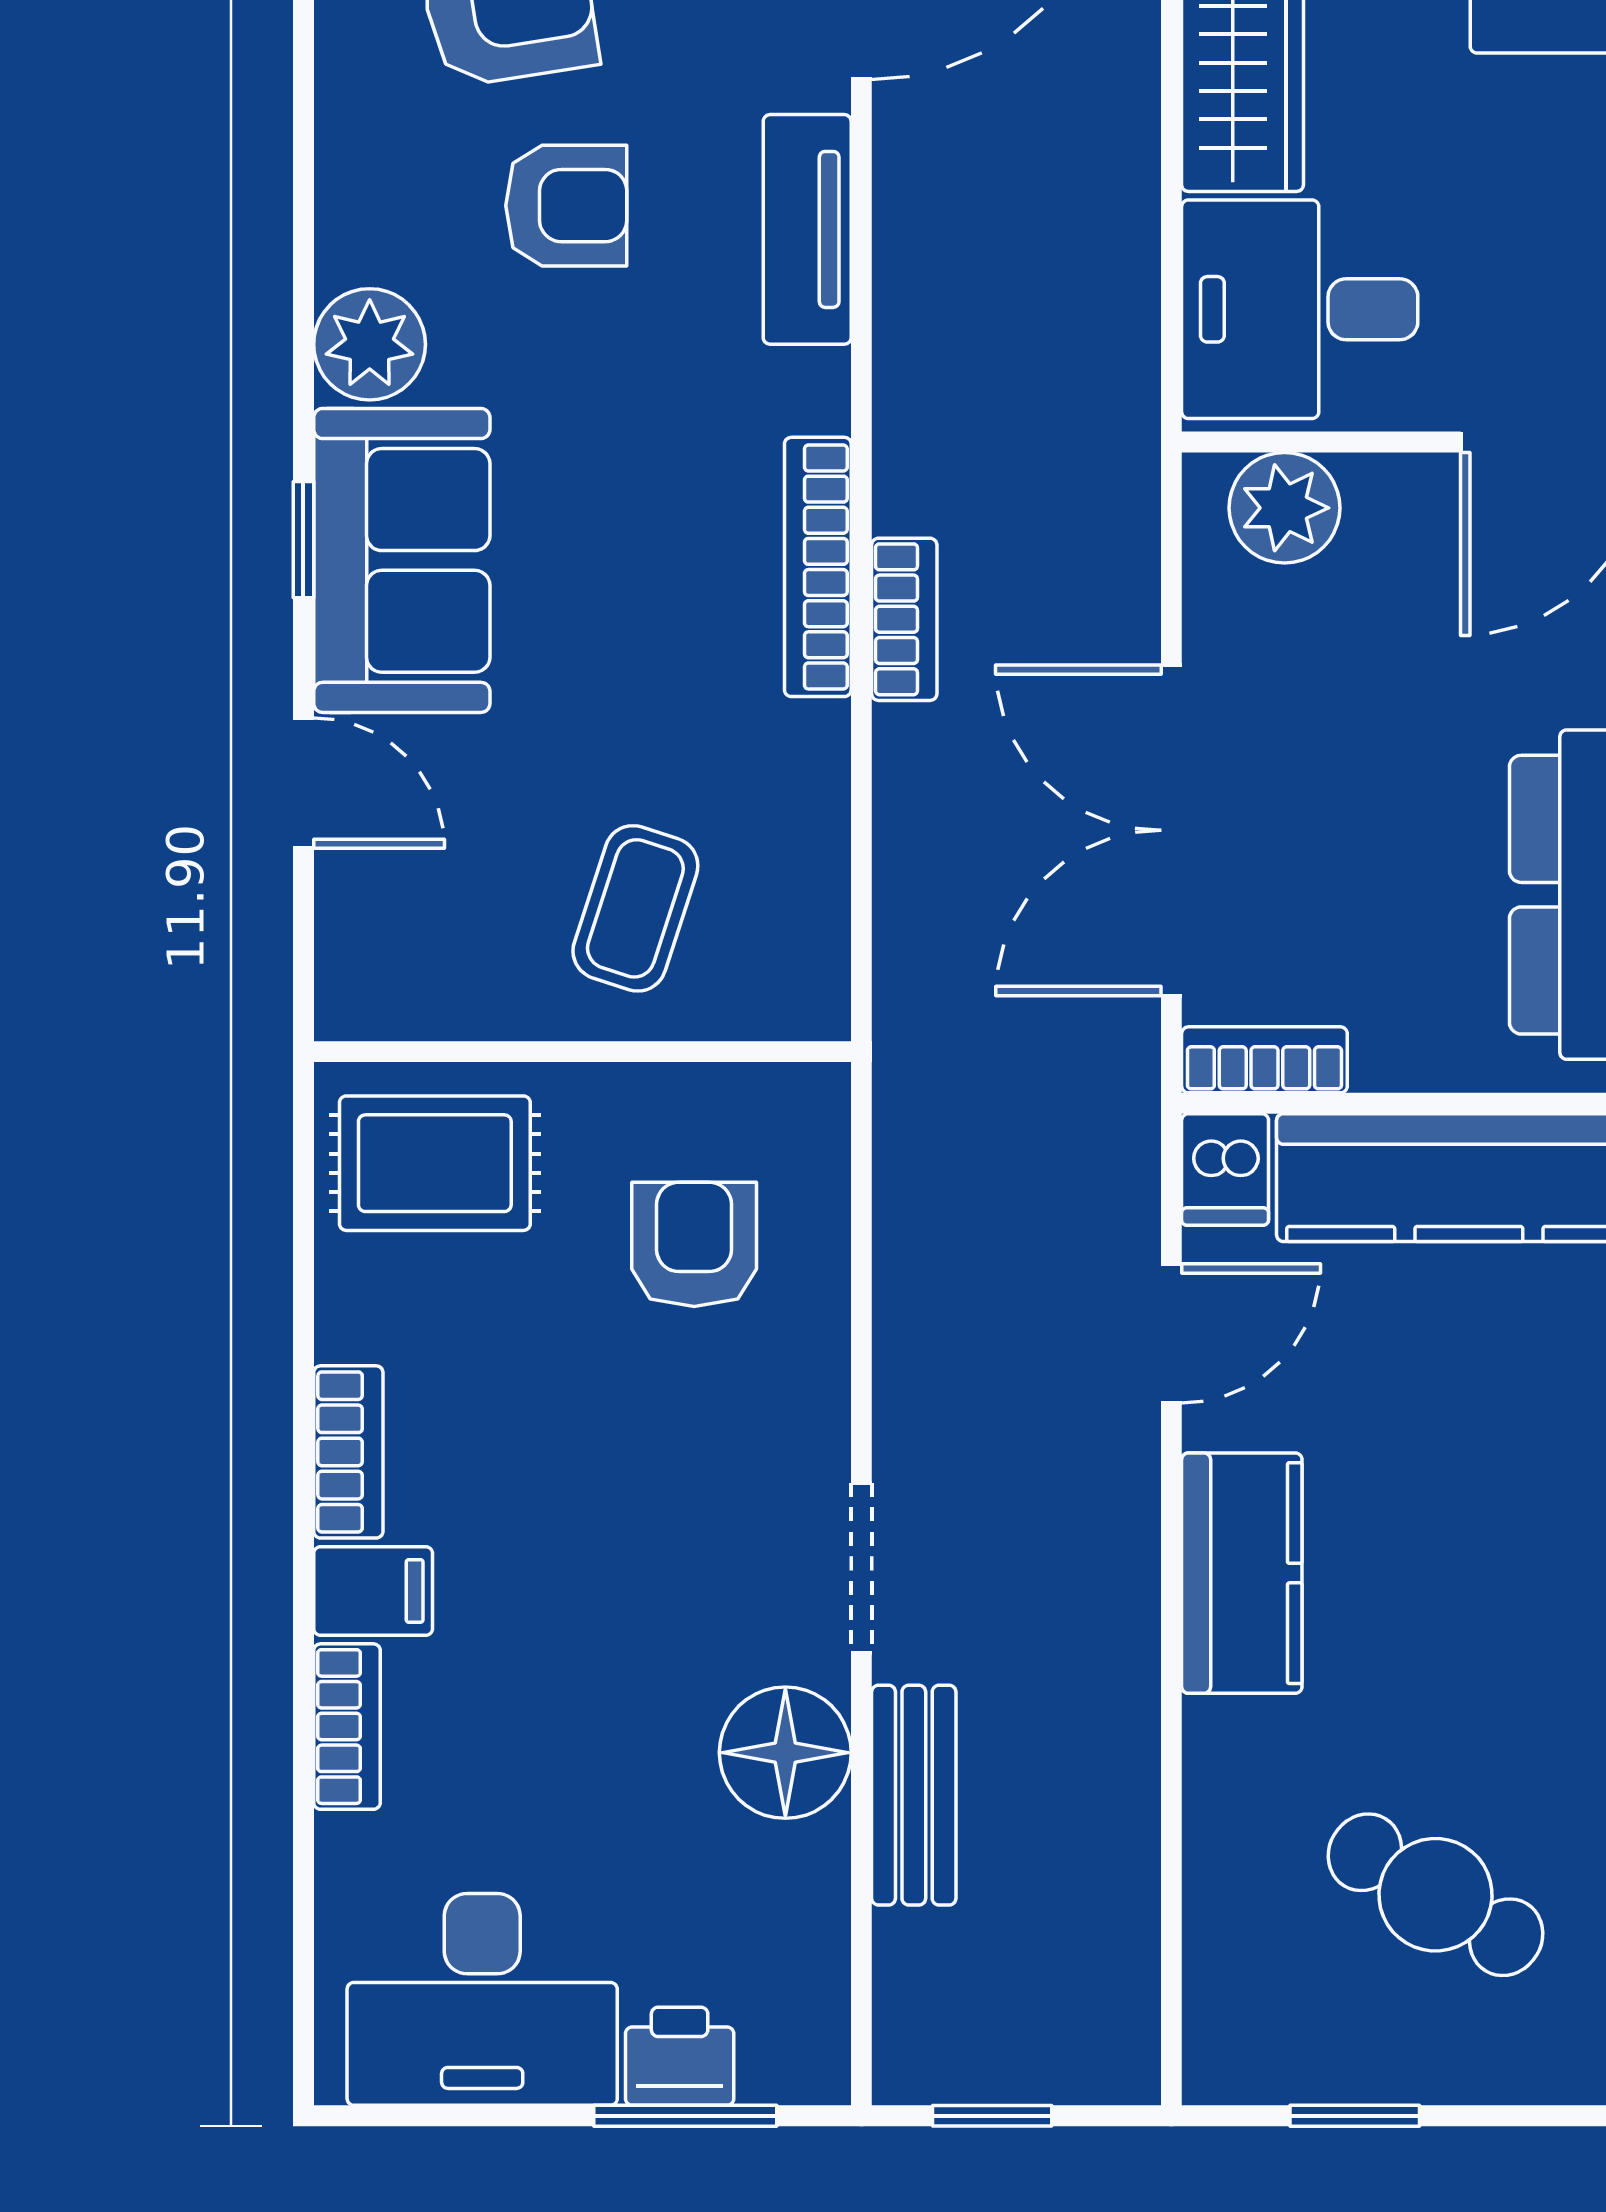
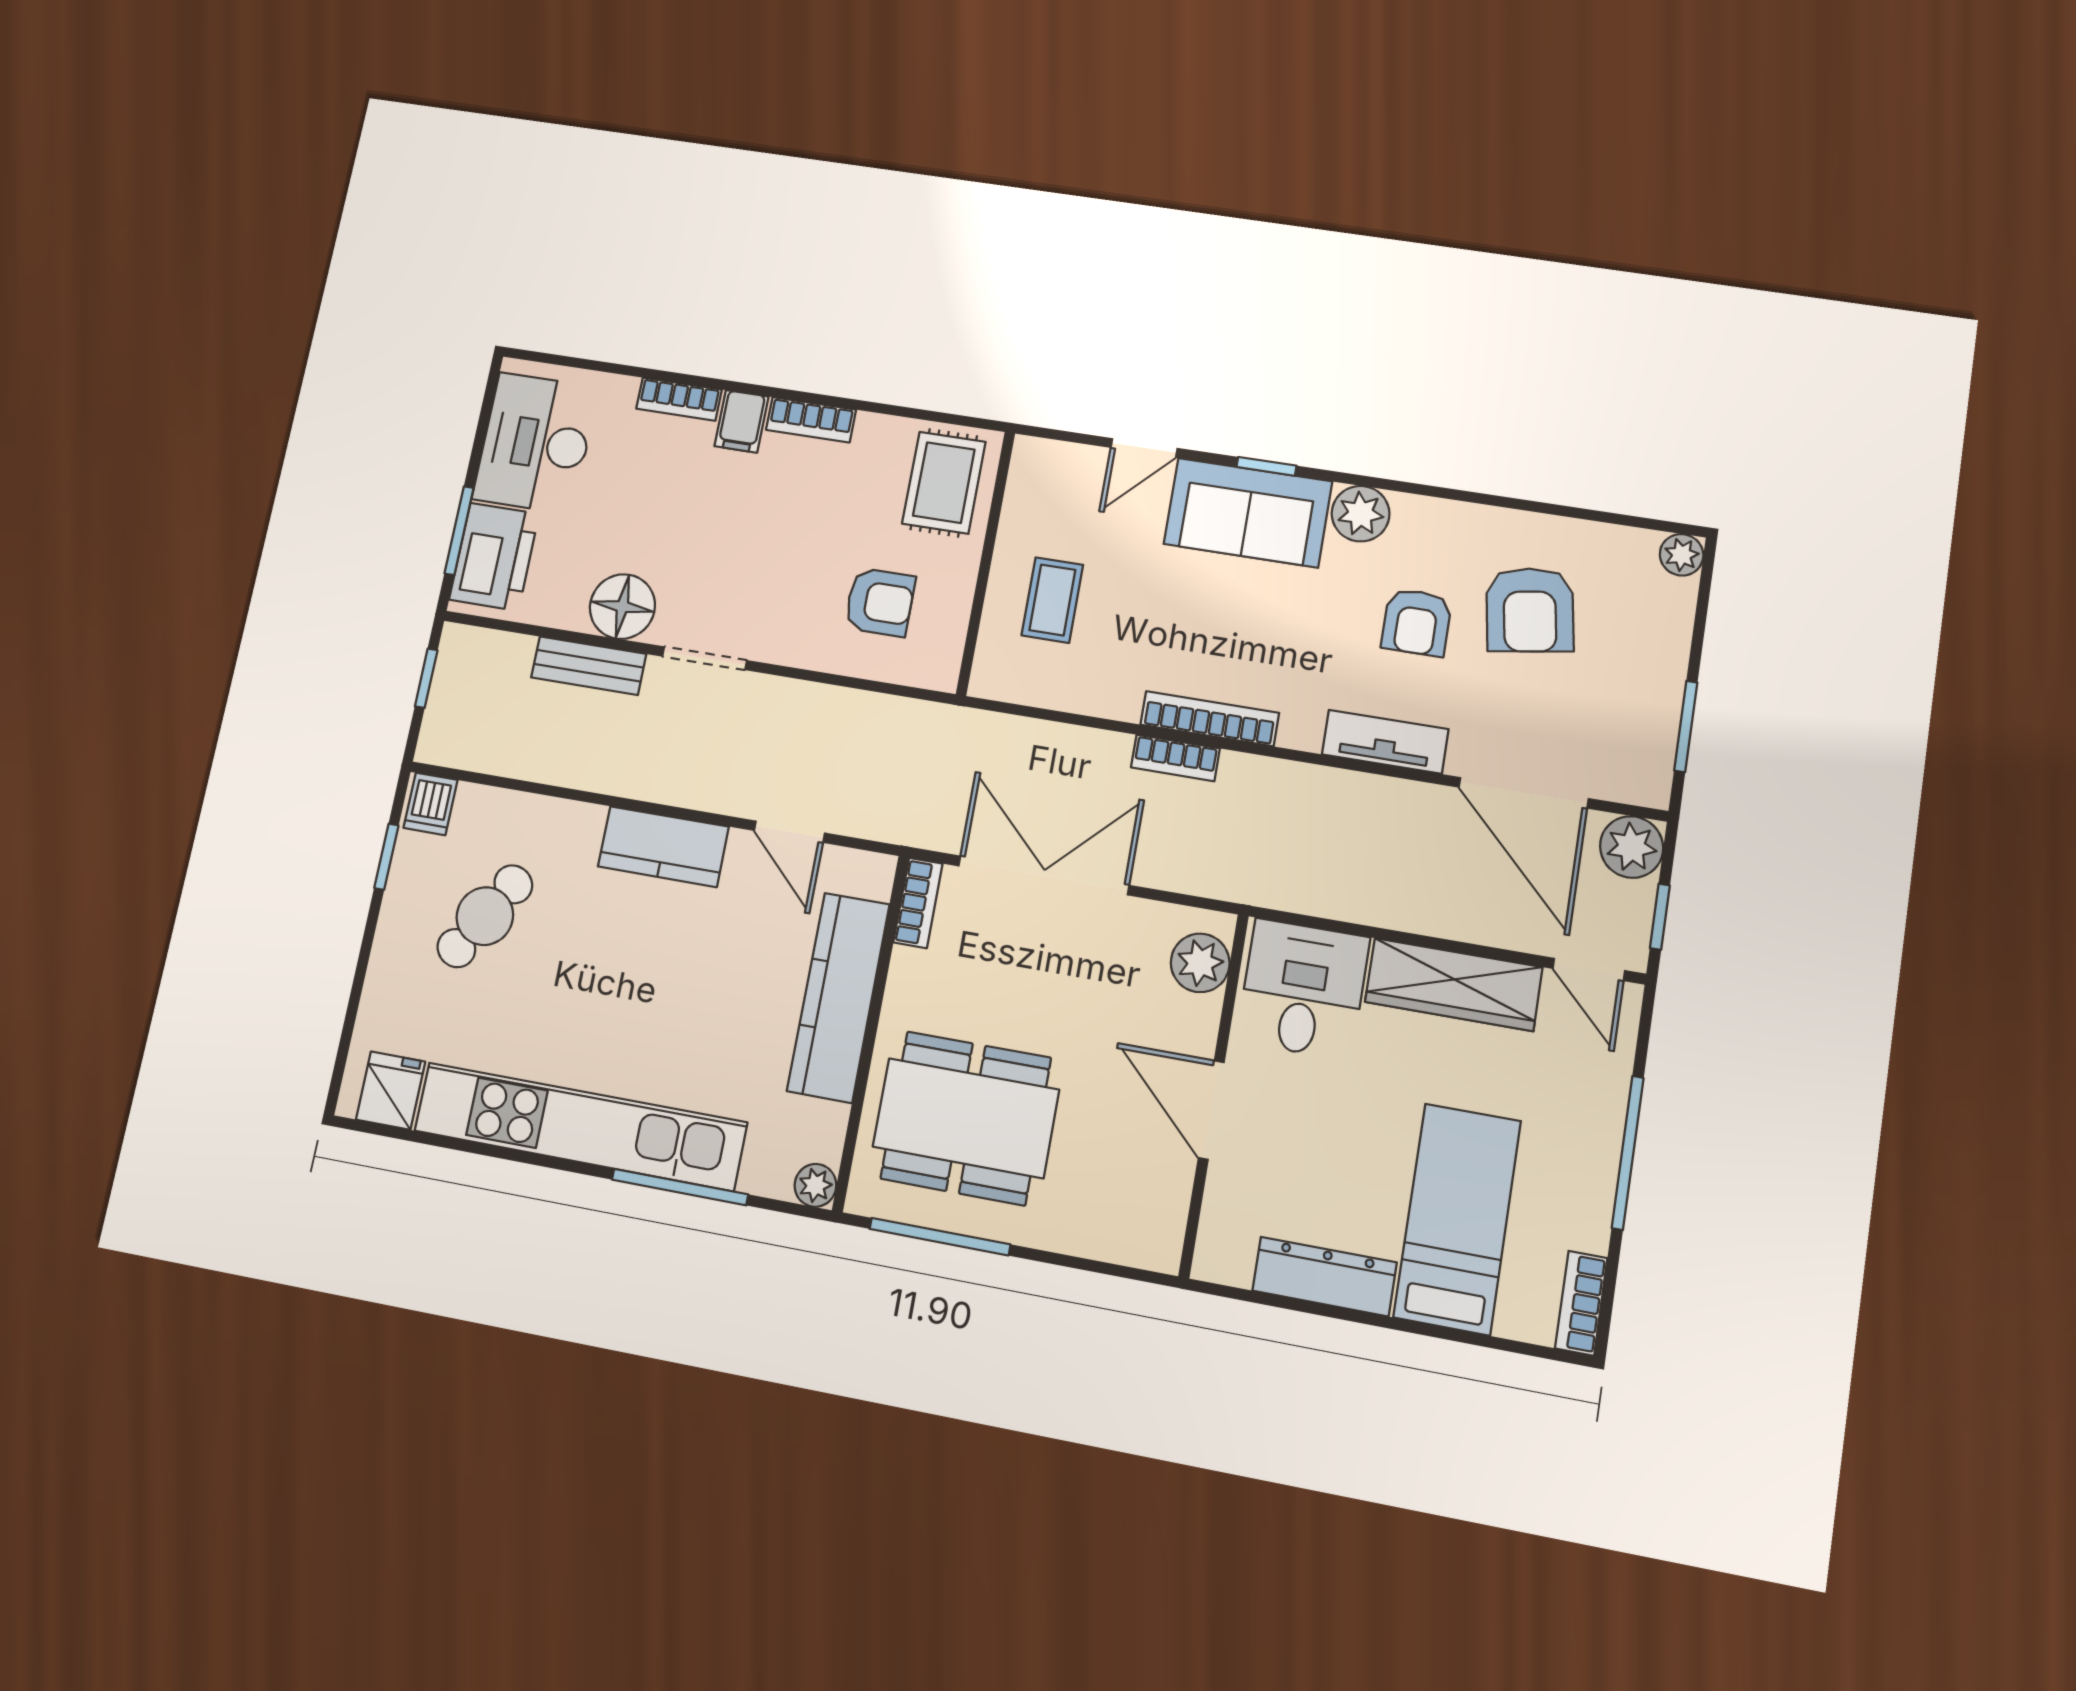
coffee table: (635, 908) -> (1052, 600), turned 72
dishwasher: (1225, 1170) -> (431, 804), moved, turned -90
printer: (680, 2056) -> (494, 557), width x1.87, depth x1.48

